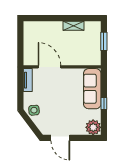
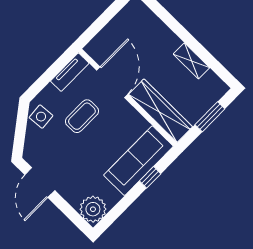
wardrobe: (81, 59) -> (160, 111), added
coffee table: (51, 93) -> (82, 116), added
window: (104, 104) -> (150, 177), moved

